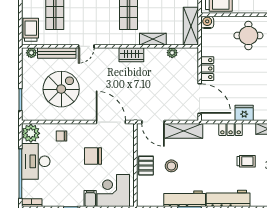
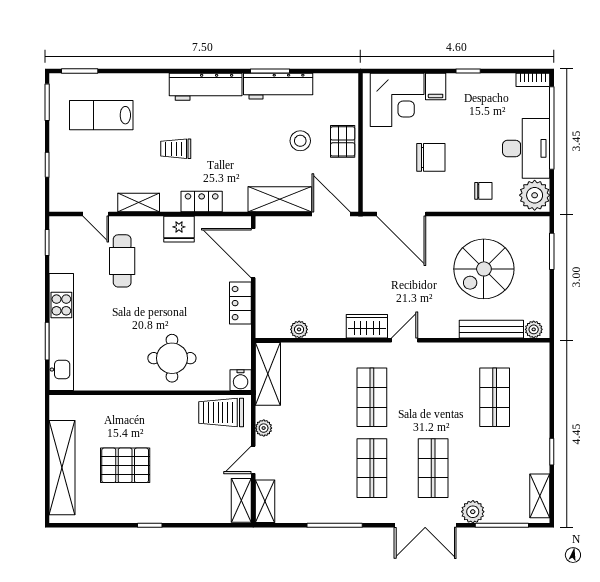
trolley: (31, 30) -> (535, 368), removed
shelving: (153, 39) -> (331, 352), removed
door: (86, 46) -> (405, 340), moved

